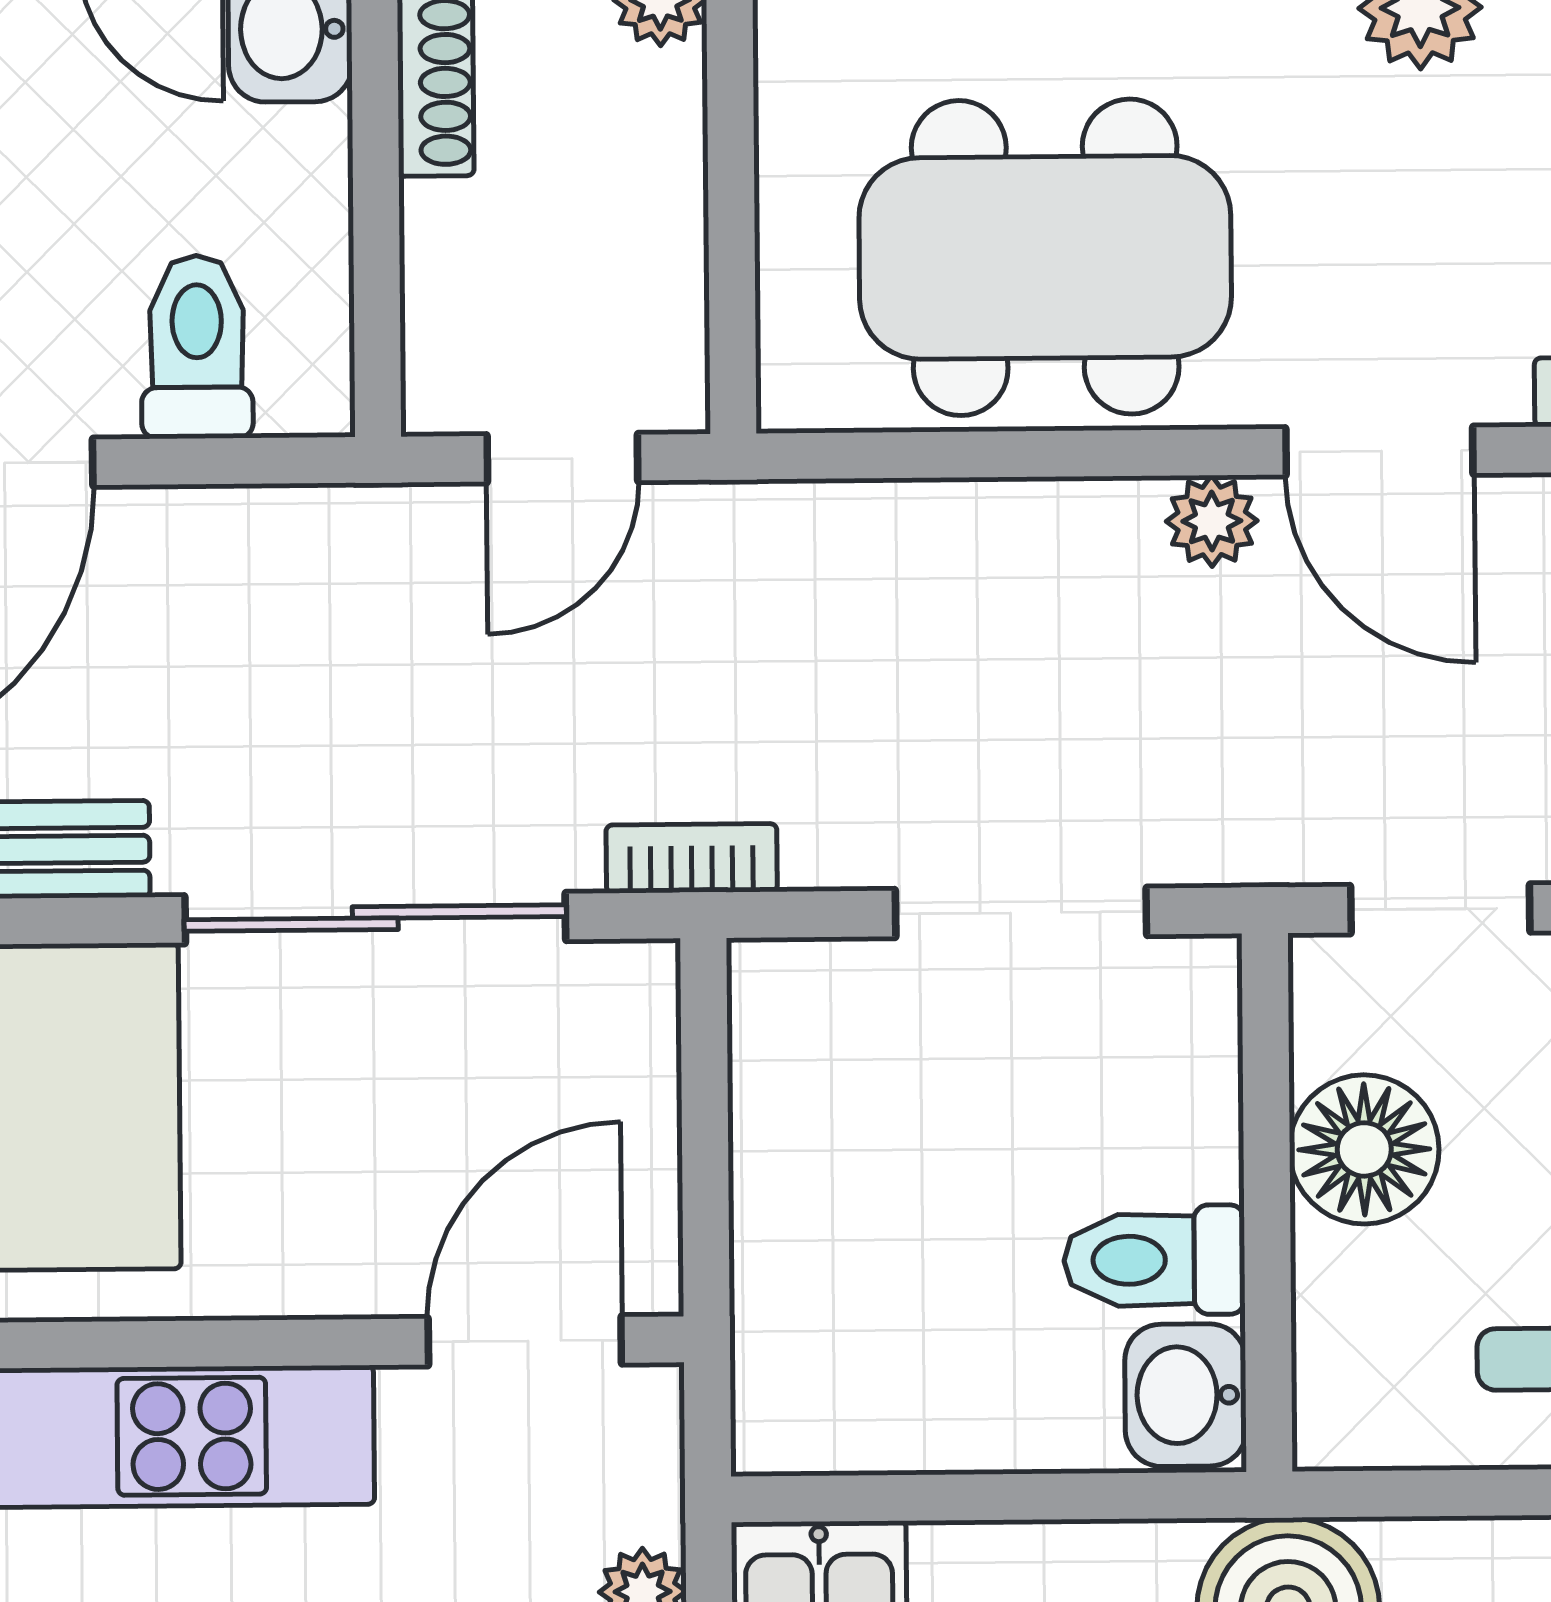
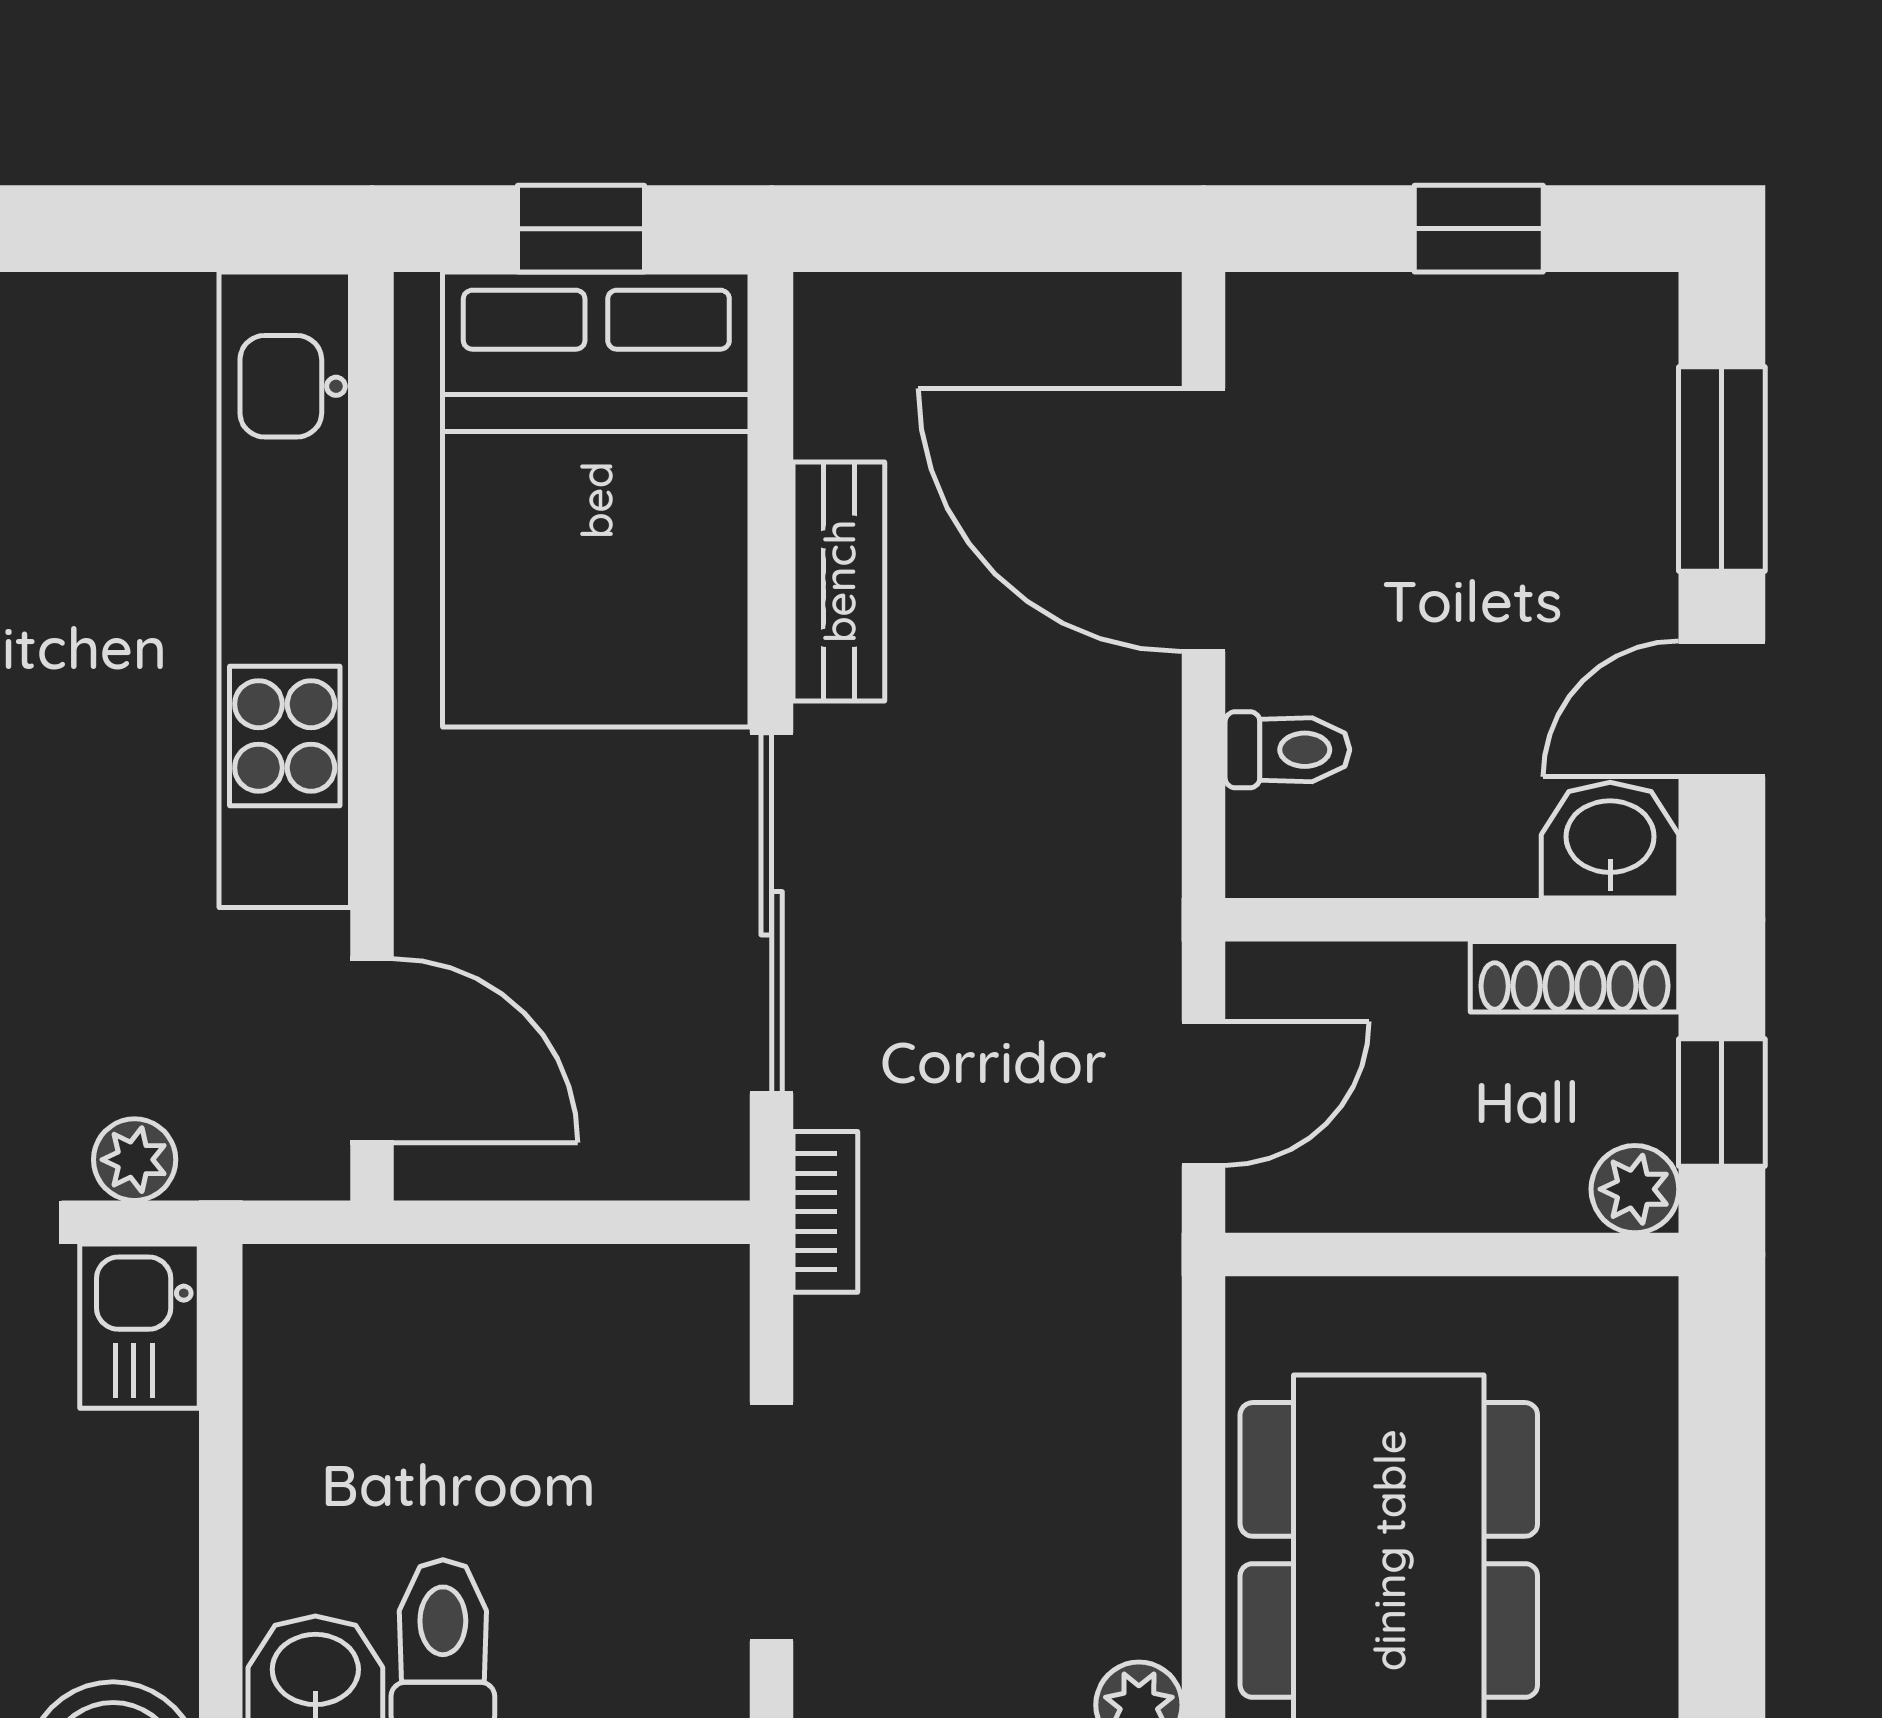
toilet: (197, 347) -> (1287, 750), width x0.73, depth x0.72
door: (562, 458) -> (1204, 1093), swing flipped

